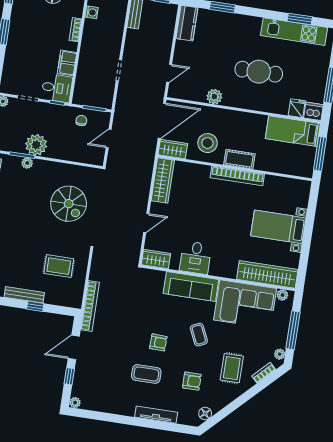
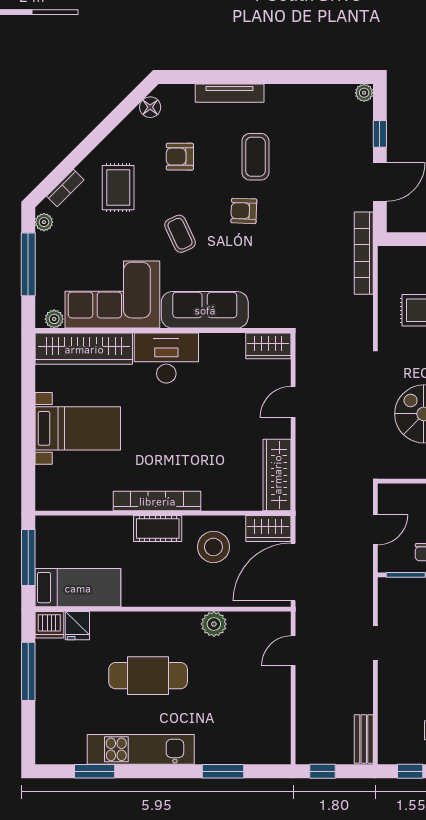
kitchen counter: (187, 23) -> (277, 736), removed
kitchen unit: (294, 32) -> (141, 749), moved
desk: (196, 258) -> (166, 358), moved, width x1.37
coffee table: (146, 374) -> (255, 157), turned 90

